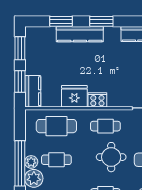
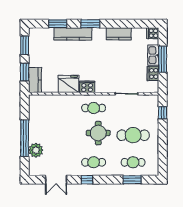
cafe table: (56, 126) -> (54, 108), removed
cafe table: (56, 160) -> (54, 135), removed
plant: (31, 162) -> (34, 137), removed

